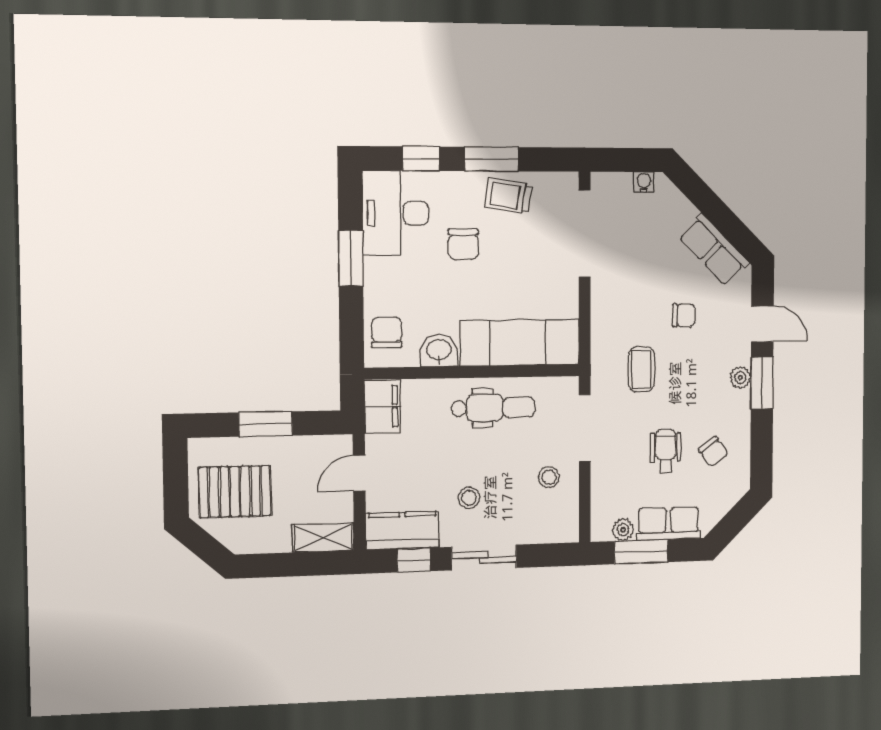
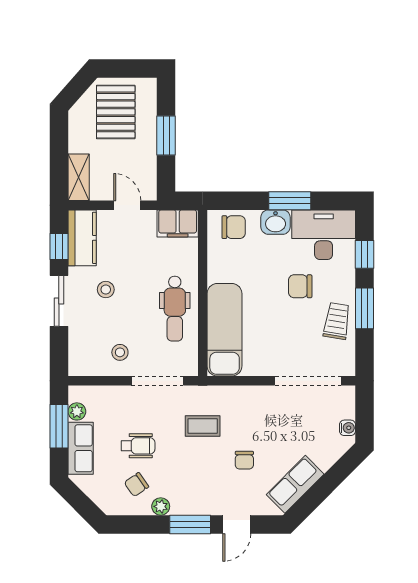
washbasin: (439, 351) -> (276, 222), moved, turned 90
plant: (740, 378) -> (161, 506), moved

